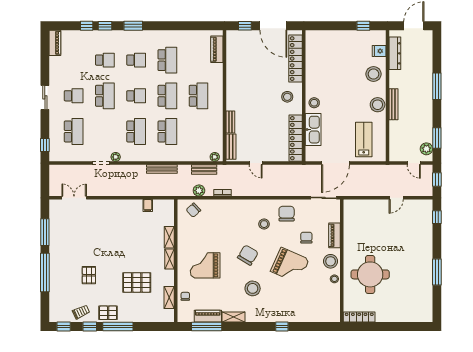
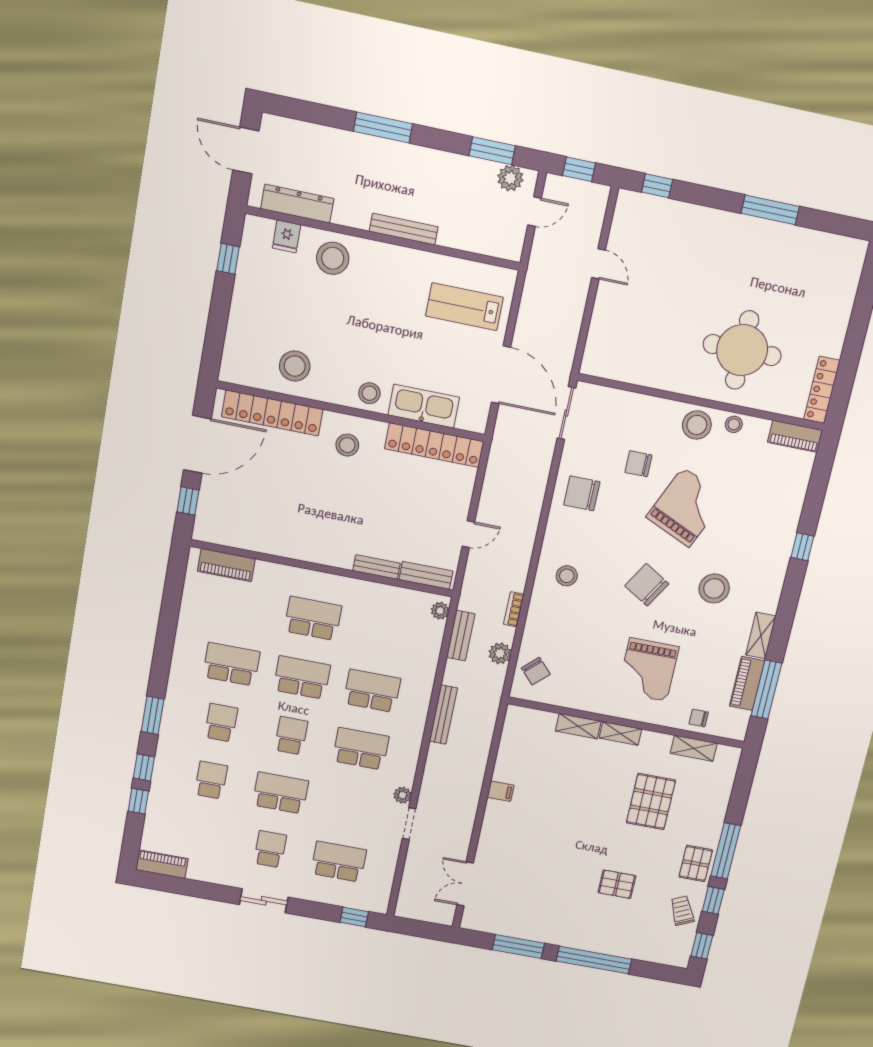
stool: (378, 105) -> (295, 366), moved
filing cabinet: (148, 206) -> (500, 791), moved
stool: (264, 224) -> (567, 576), moved
piano: (335, 235) -> (795, 436), moved

